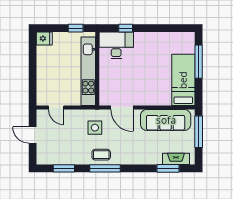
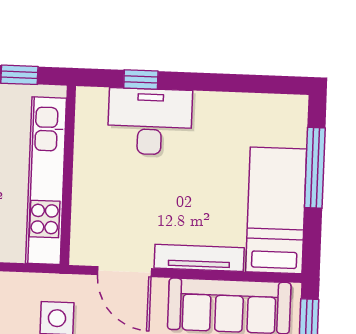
desk: (116, 45) -> (150, 122), moved
tv unit: (152, 101) -> (199, 258), added

